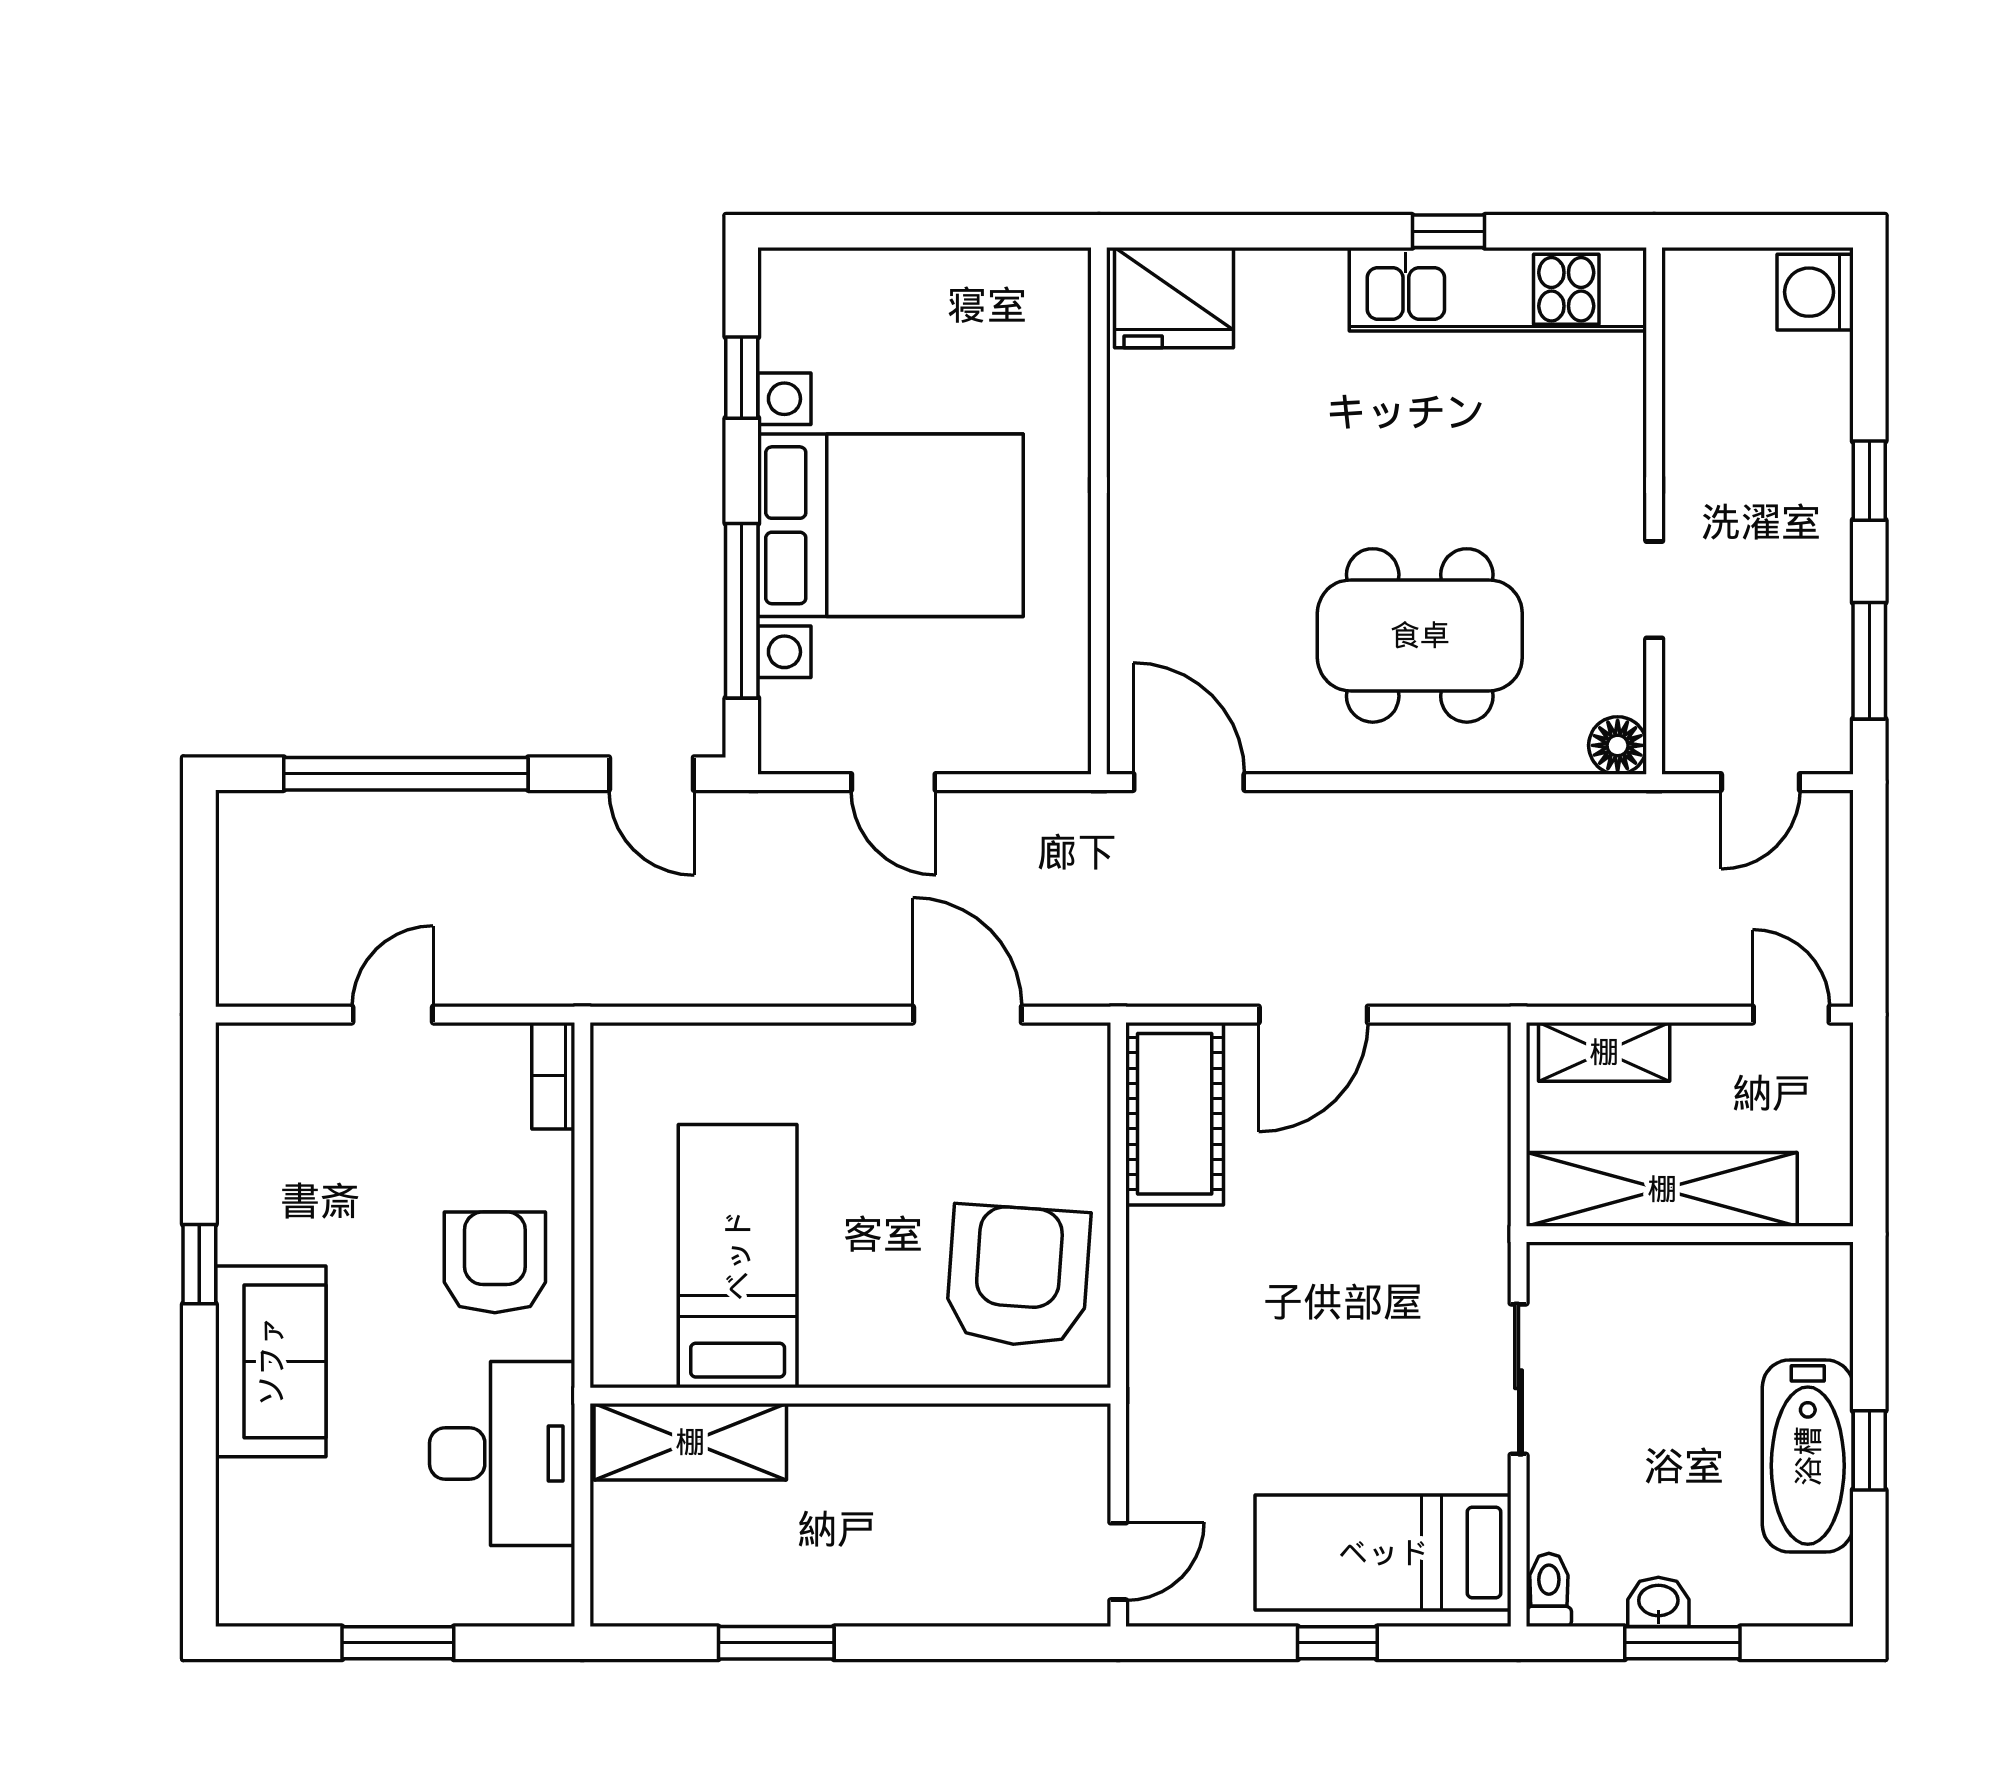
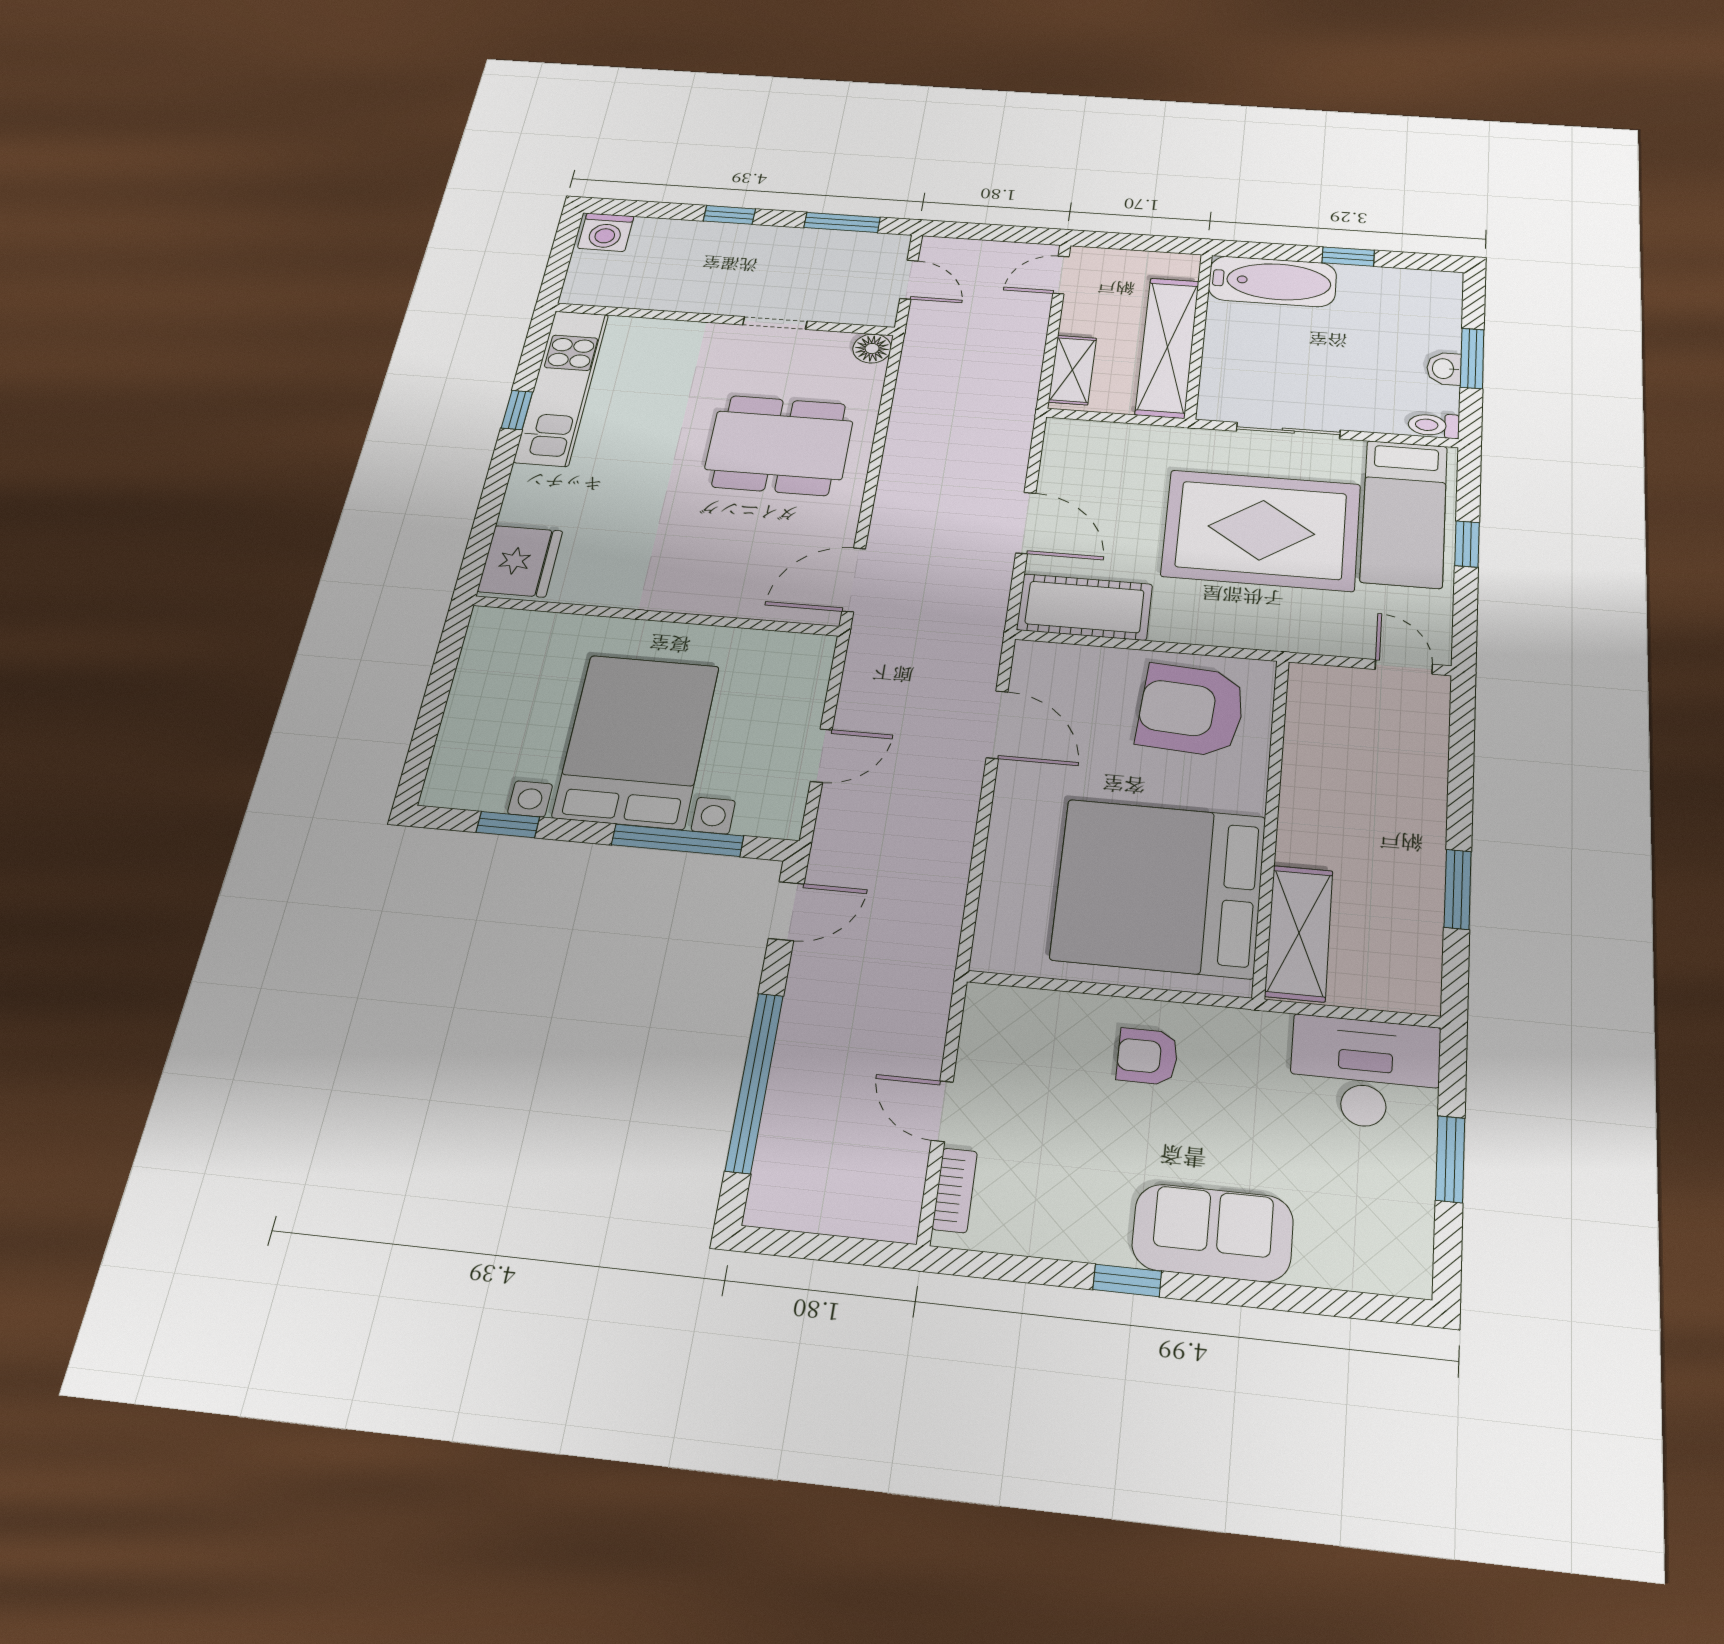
dining table: (1420, 635) -> (779, 445), turned 90
door: (967, 1015) -> (997, 725), swing flipped
bookcase: (553, 1076) -> (955, 1190), moved, turned -90
bed: (738, 1256) -> (1159, 888), width x2.04
armchair: (495, 1262) -> (1147, 1056), width x0.72, depth x0.72
rug: (1333, 1352) -> (1261, 530), added
desk: (502, 1453) -> (1365, 1073), moved
bathtub: (1808, 1456) -> (1272, 281), moved

